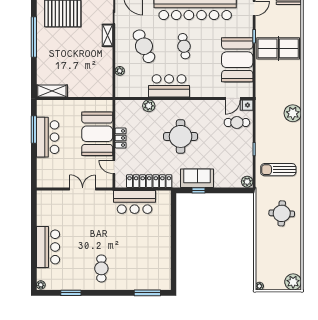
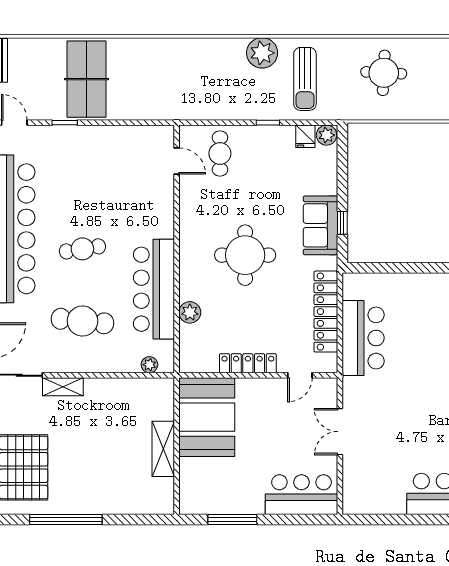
cafe table: (144, 46) -> (82, 321), turned 30
booth: (237, 60) -> (107, 153), removed
plant: (120, 71) -> (149, 365), moved
bar counter: (169, 86) -> (154, 289), width x1.36
shelving: (52, 91) -> (163, 449), moved
fridge: (247, 105) -> (305, 136), moved
plant: (293, 113) -> (262, 53), moved
booth: (97, 134) -> (207, 417), moved, turned 90
bar counter: (48, 137) -> (301, 495), moved
locker: (121, 138) -> (248, 363), width x1.53

